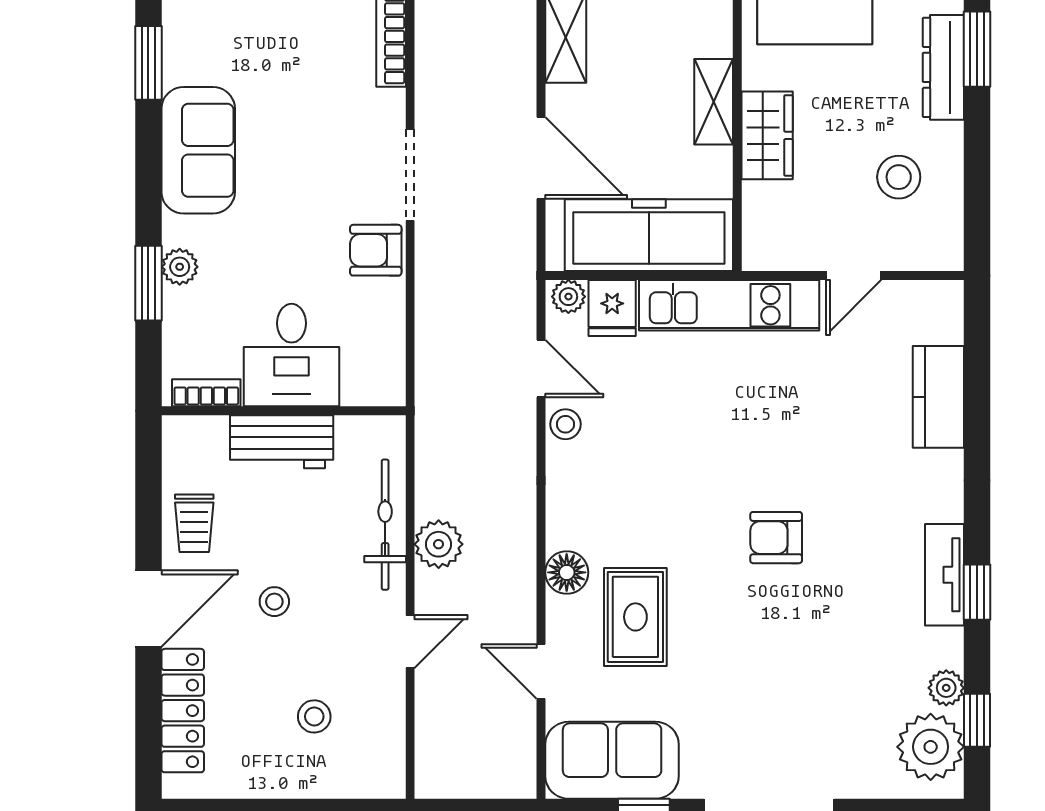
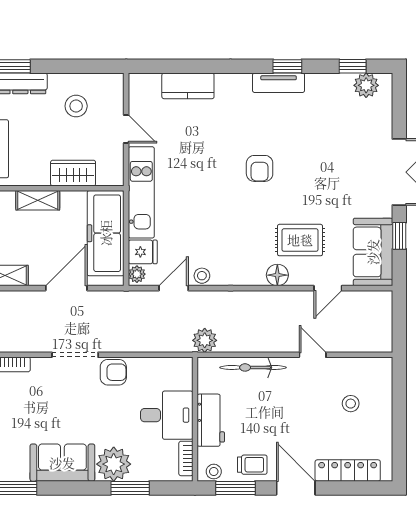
wardrobe: (767, 135) -> (73, 173), moved
armchair: (376, 250) -> (113, 372), turned -90
plant: (180, 267) -> (114, 464), width x1.88, depth x1.88
window: (148, 490) -> (235, 488), added
plant: (439, 544) -> (205, 340), moved
stool: (274, 602) -> (214, 472), moved
plant: (946, 688) -> (336, 82), removed
plant: (931, 747) -> (366, 85), width x0.73, depth x0.73

